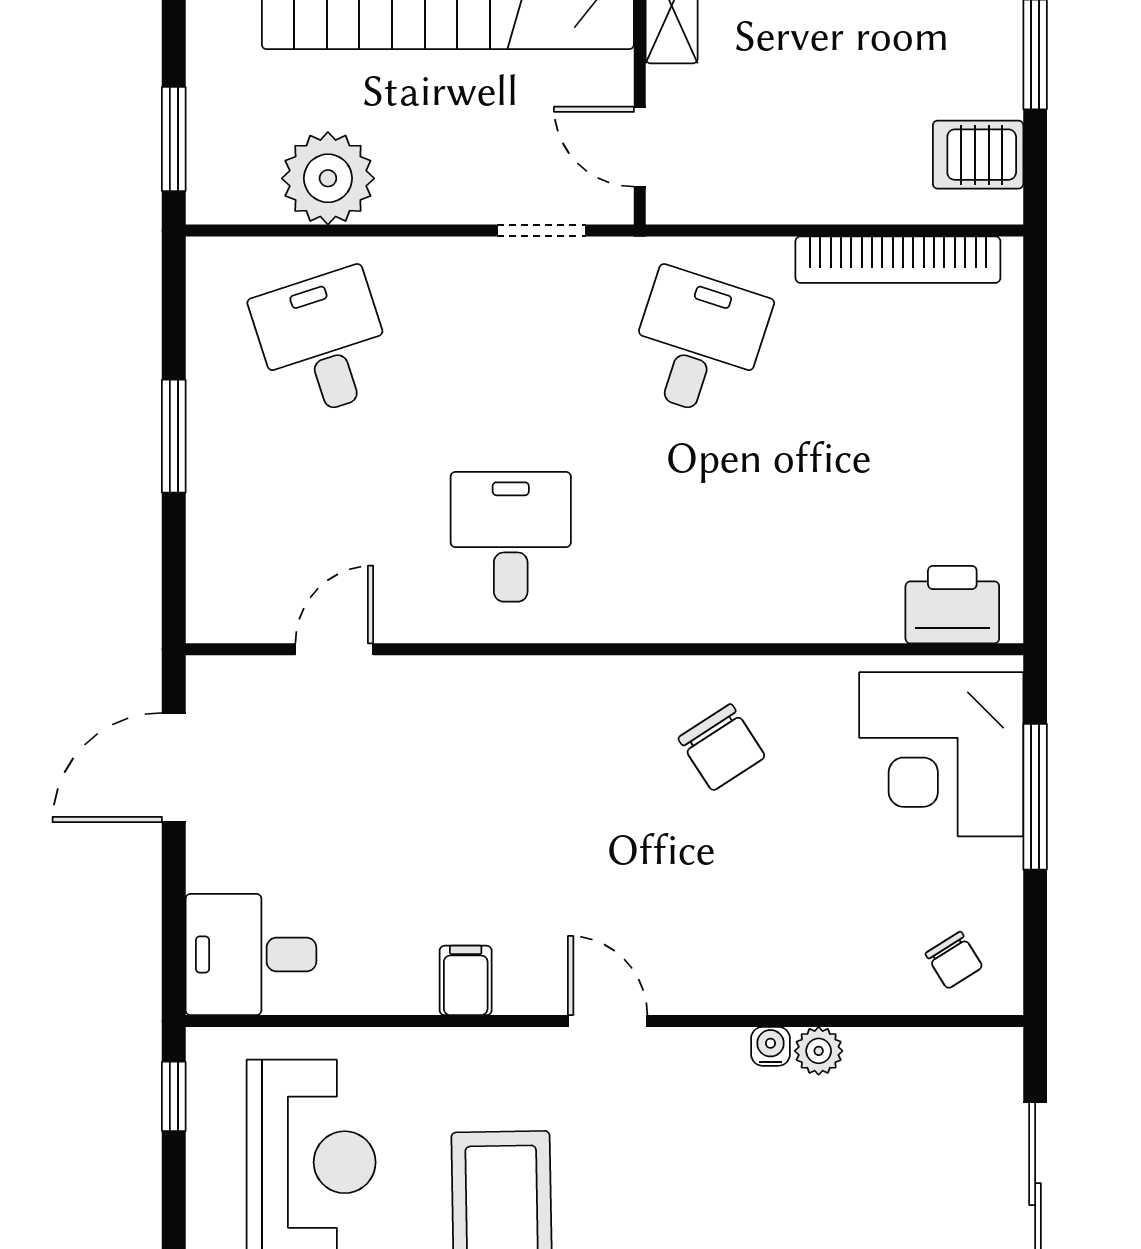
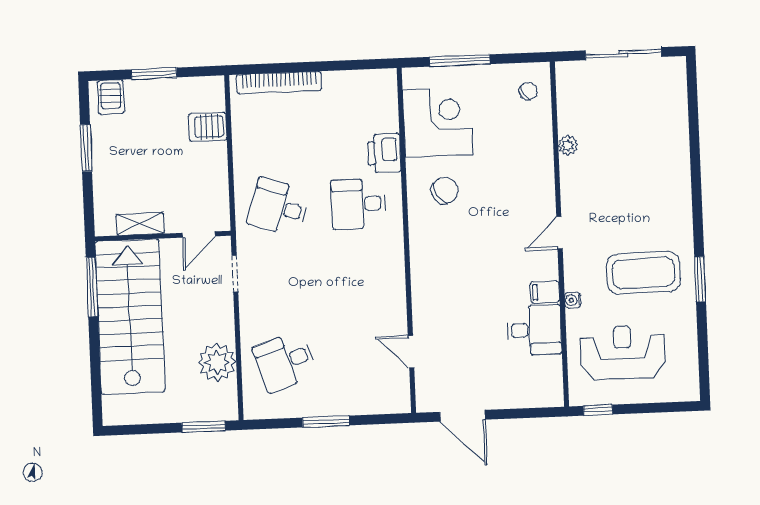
server rack: (978, 155) -> (208, 127), moved, turned 90
bookcase: (898, 260) -> (279, 83), moved, turned 90
desk: (511, 537) -> (358, 204), moved
printer: (952, 605) -> (384, 153), moved
corner desk: (941, 754) -> (438, 122), moved, turned -90
desk: (251, 955) -> (534, 330), moved, turned -90
water cooler: (770, 1046) -> (573, 300), moved

